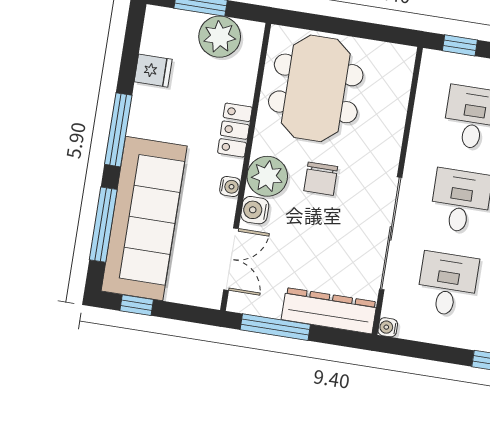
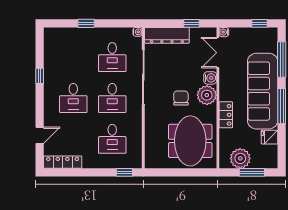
water cooler: (230, 187) -> (224, 32), moved
sofa: (144, 219) -> (263, 91), moved
window: (275, 327) -> (192, 23), width x0.46

